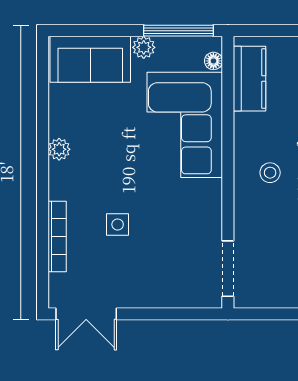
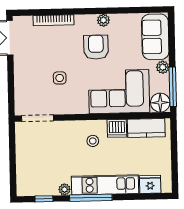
floor lamp: (213, 61) -> (160, 103), width x1.89, depth x1.89
dishwasher: (249, 130) -> (117, 128), added
armchair: (106, 163) -> (96, 47), added
side table: (118, 225) -> (60, 78), moved

